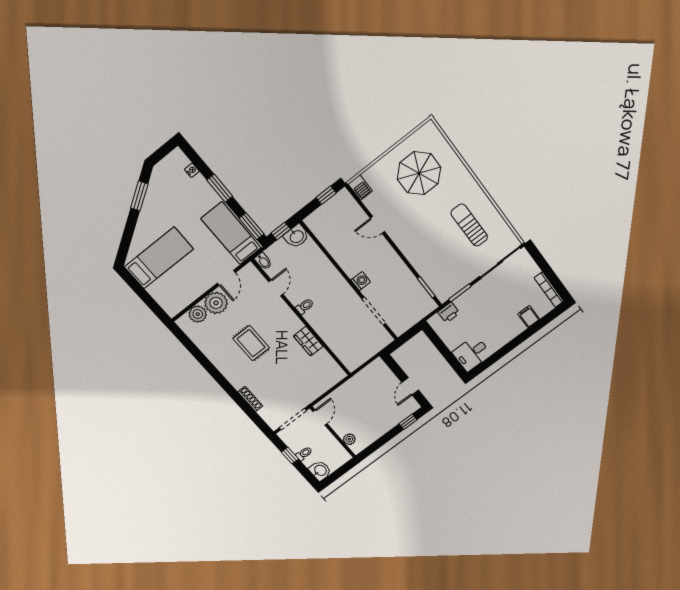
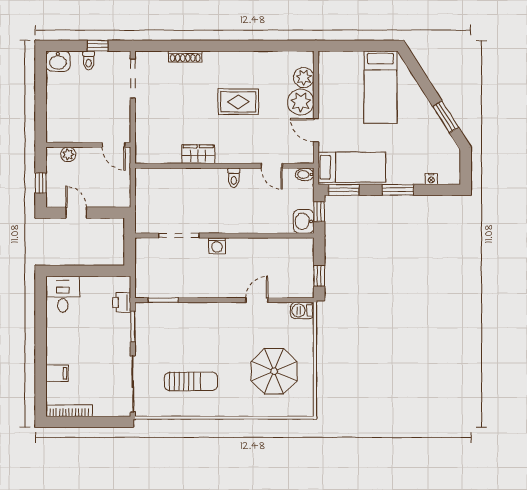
door: (320, 418) -> (114, 145), moved
wall: (333, 432) -> (88, 145), moved
plant: (349, 439) -> (68, 154), moved

